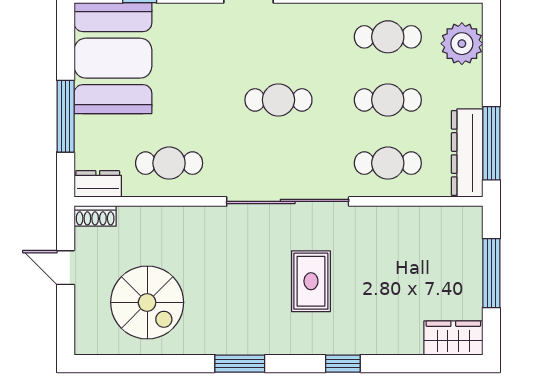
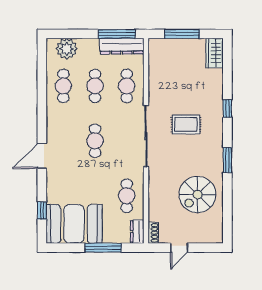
spiral stairs: (147, 302) -> (197, 195), moved, turned 180

